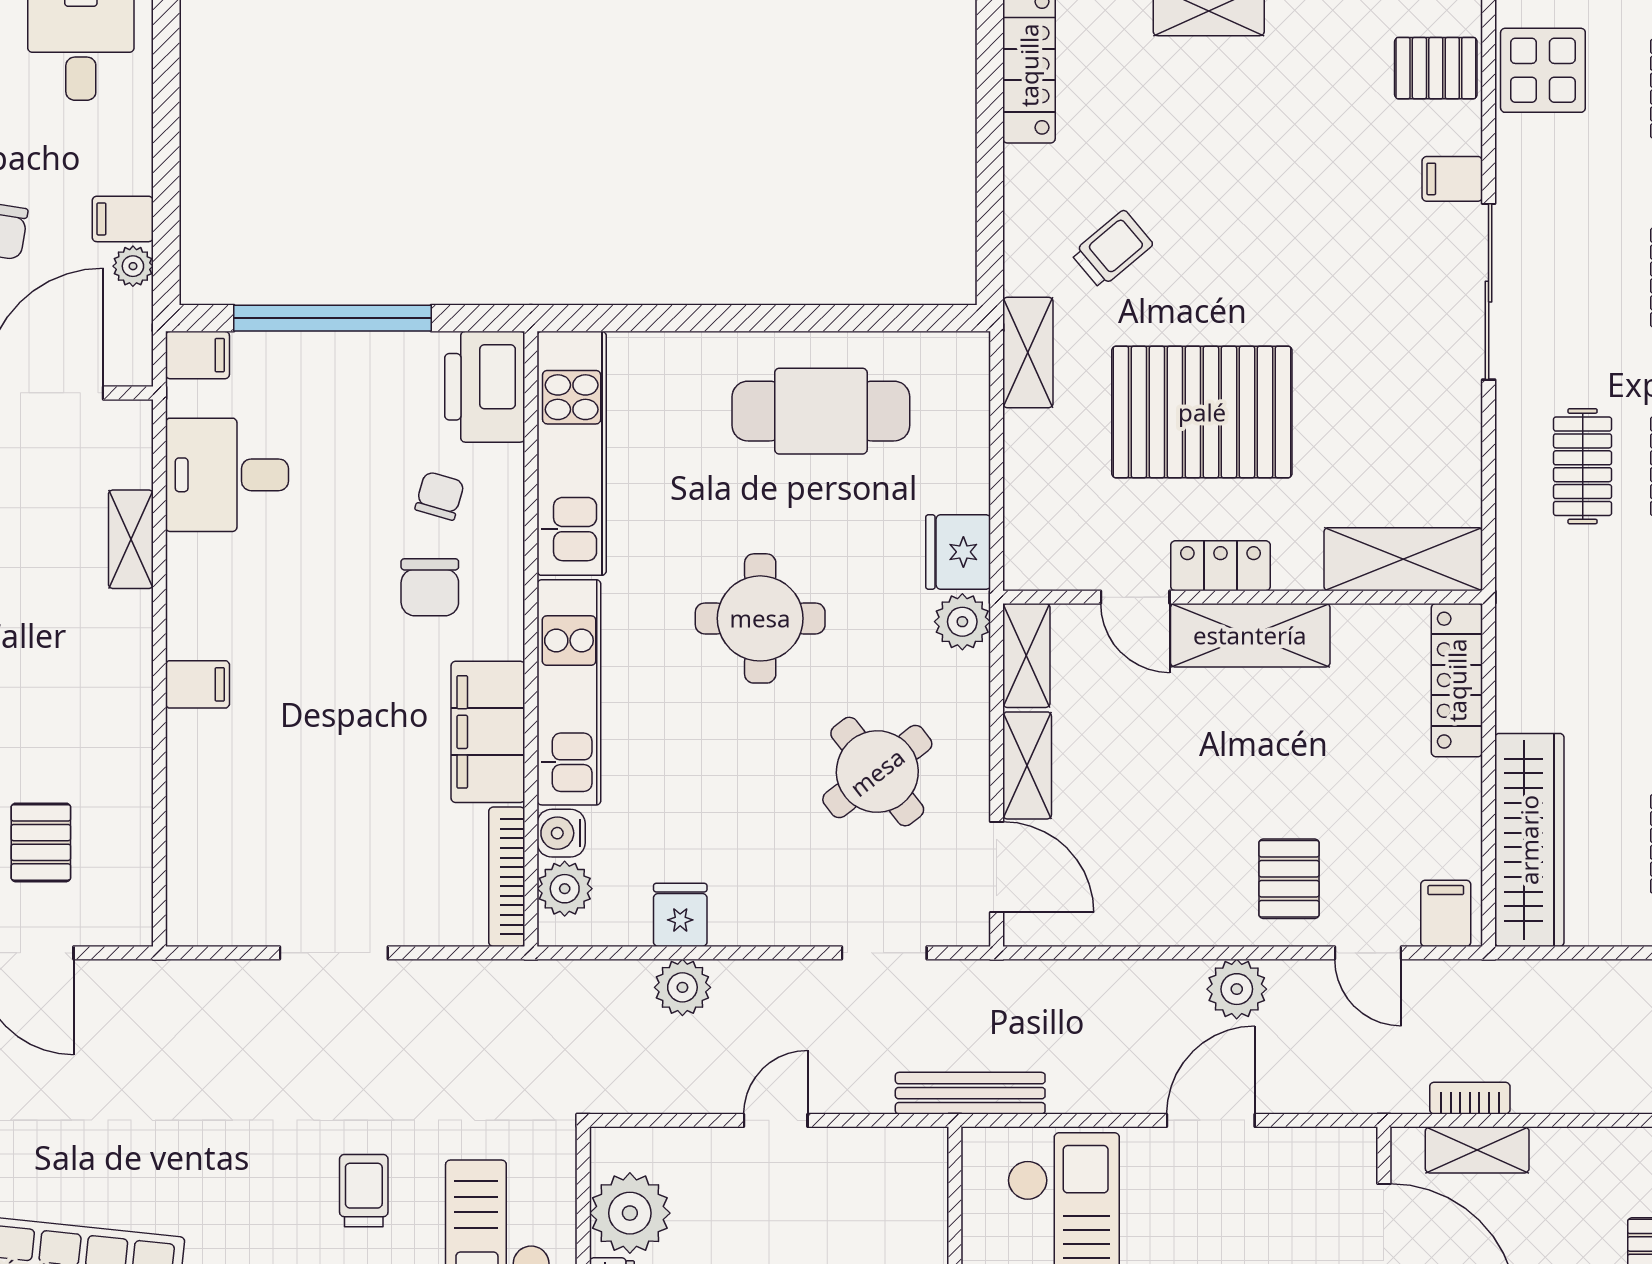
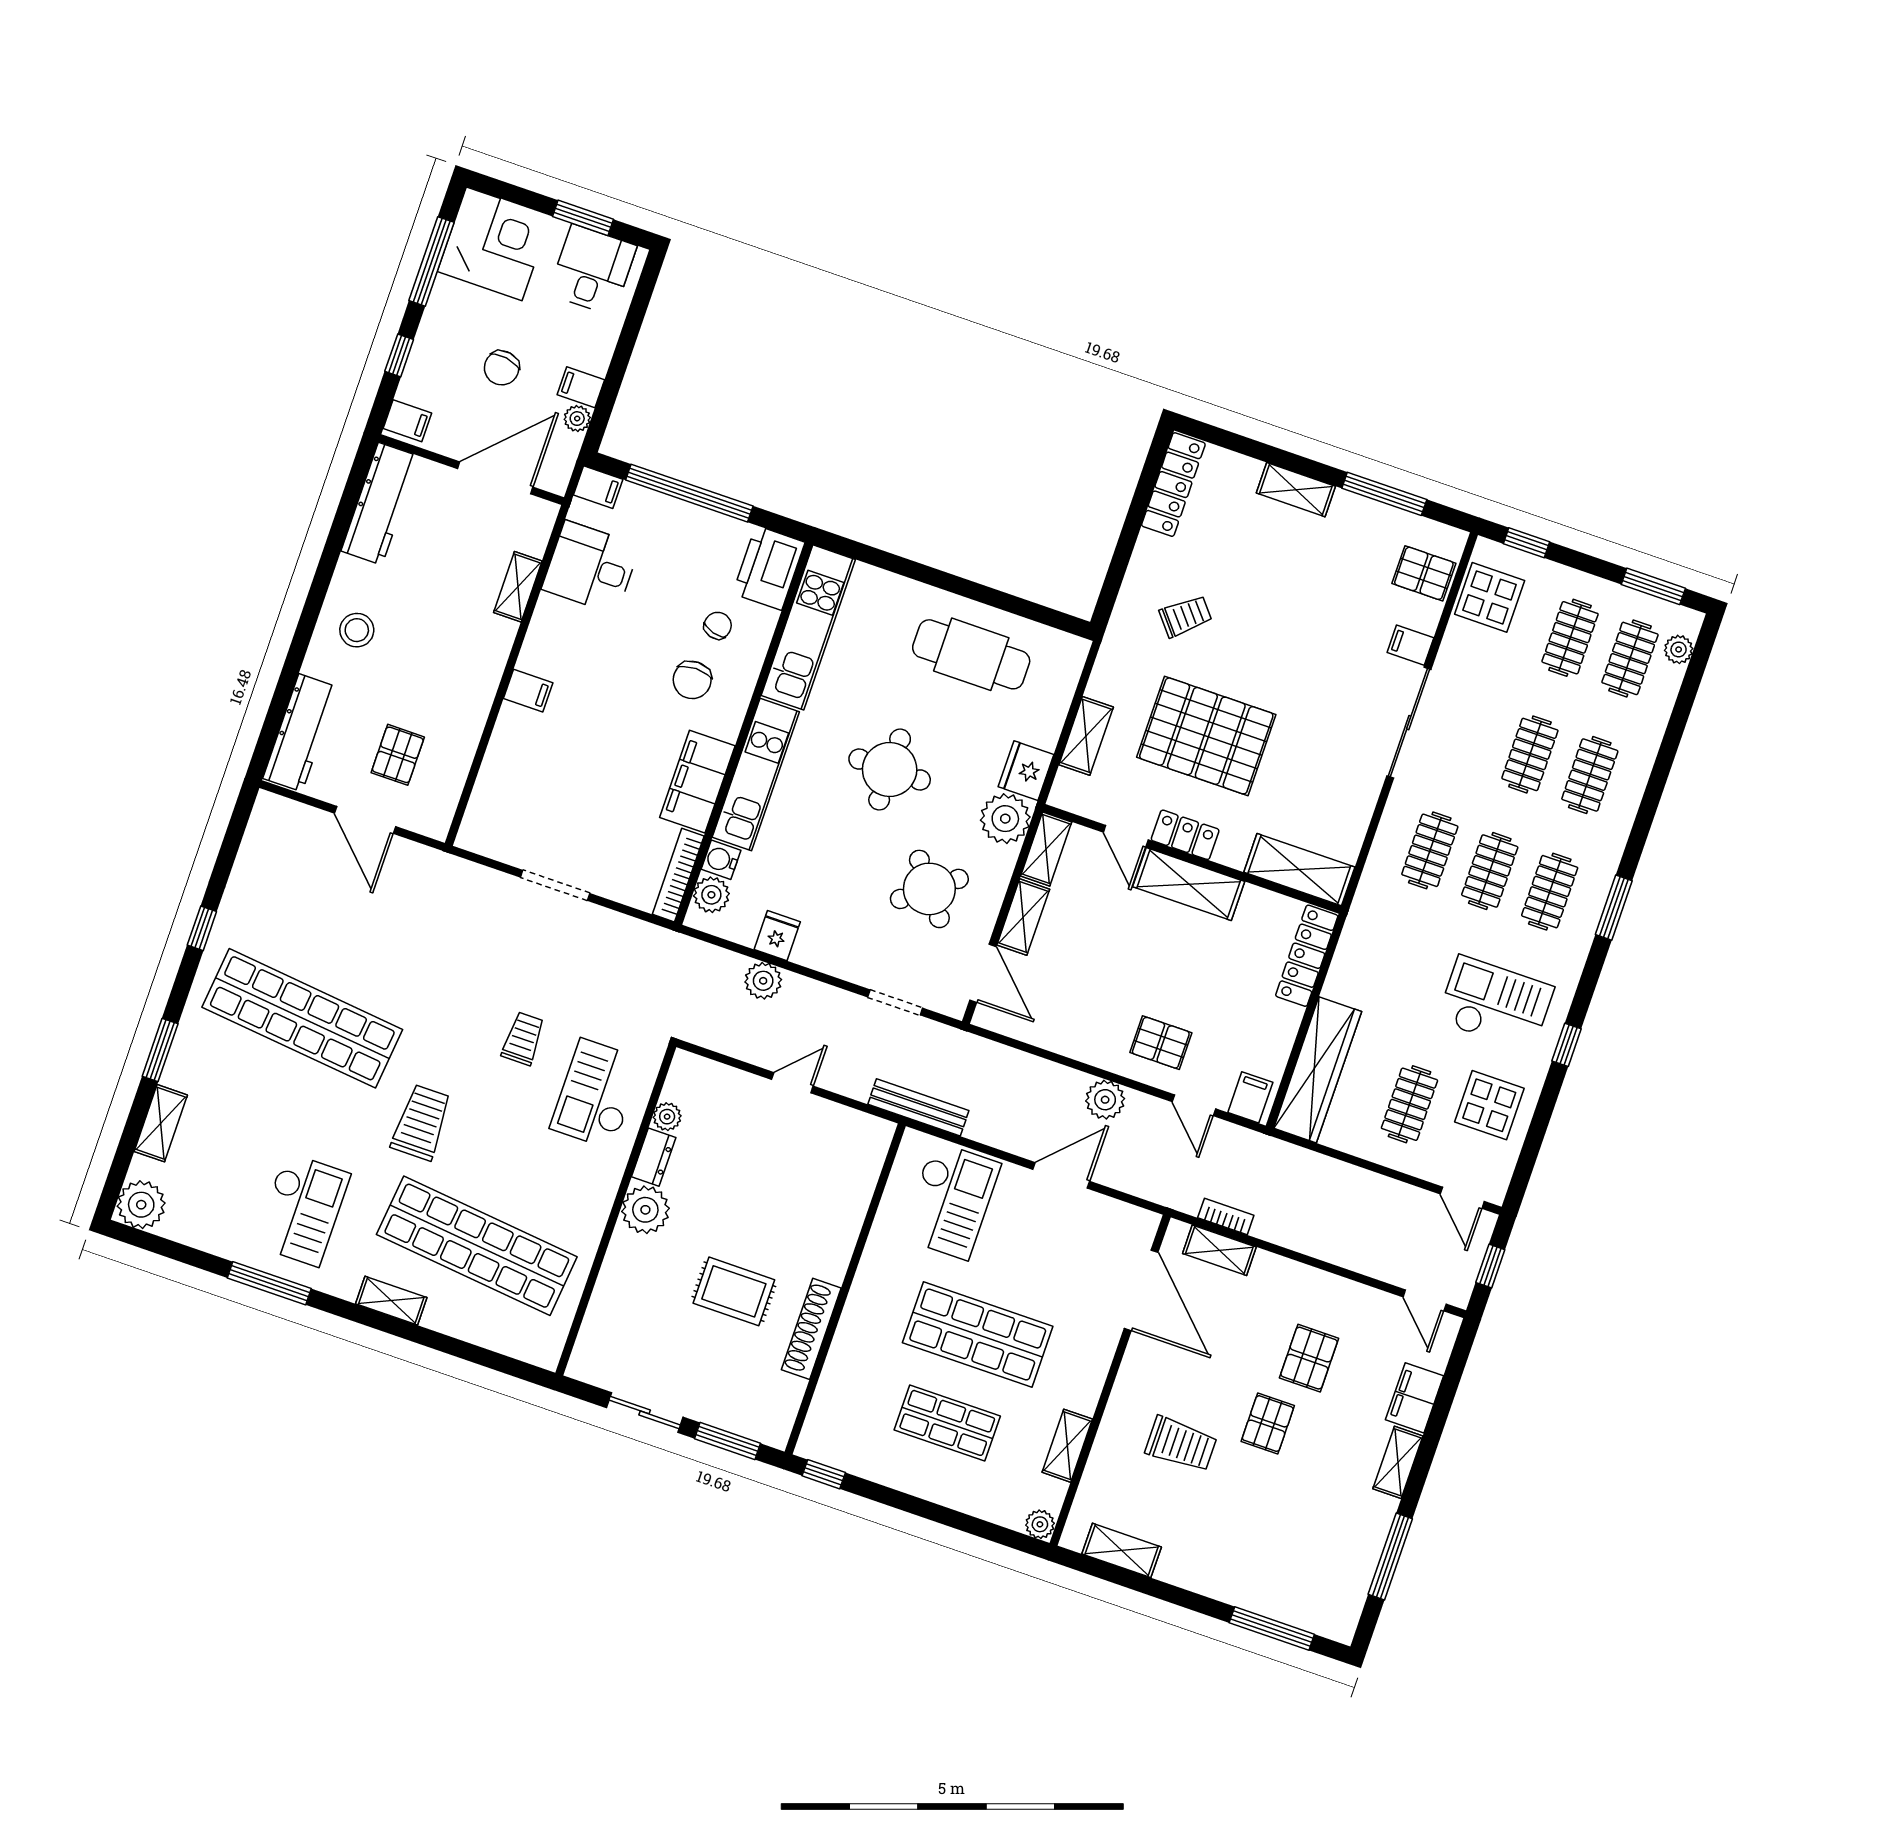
shelving: (1028, 353) -> (1086, 736), moved
plant: (962, 622) -> (1005, 819), width x1.36, depth x1.36
pallet: (1289, 879) -> (1161, 1043), turned 90
plant: (630, 1213) -> (667, 1117), width x0.53, depth x0.53

